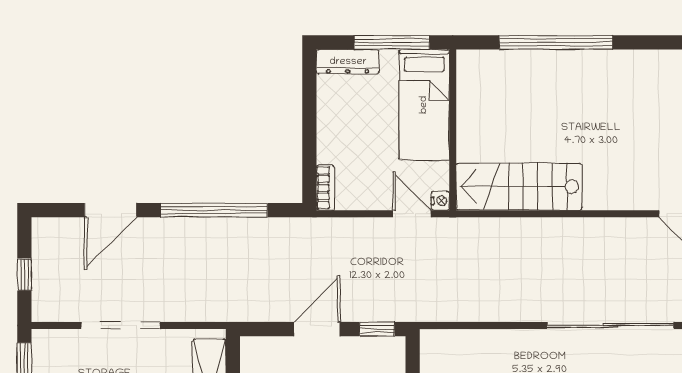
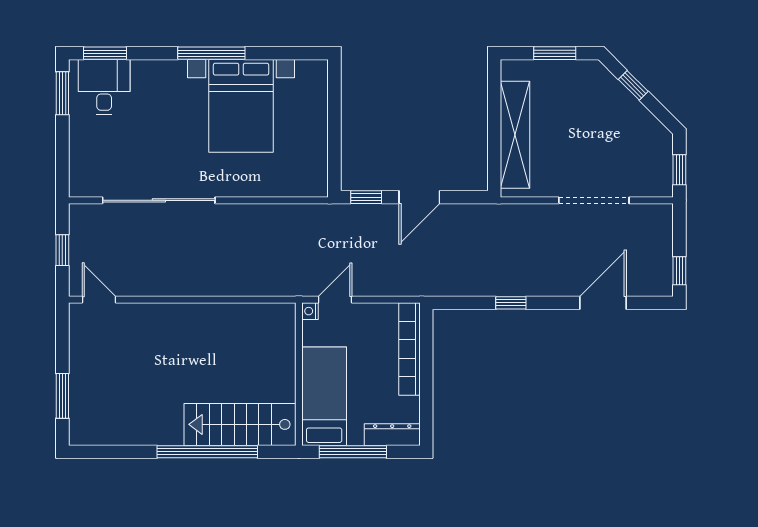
stairs: (519, 187) -> (240, 424), moved, turned 180
bookcase: (325, 188) -> (410, 349), width x2.31, depth x1.31
window: (214, 210) -> (511, 303), width x0.32
door: (412, 214) -> (335, 300), swing flipped
window: (24, 274) -> (679, 271), moved

